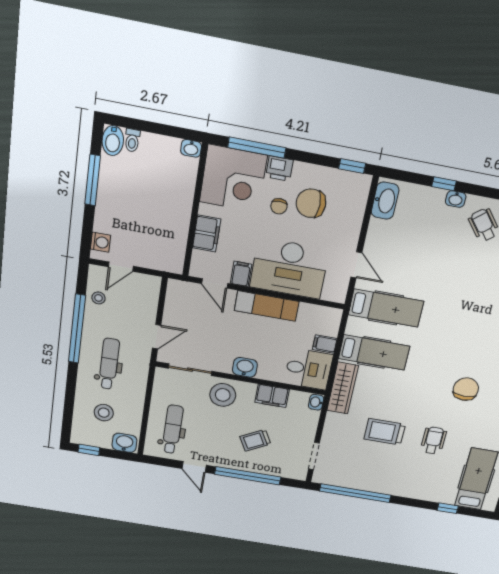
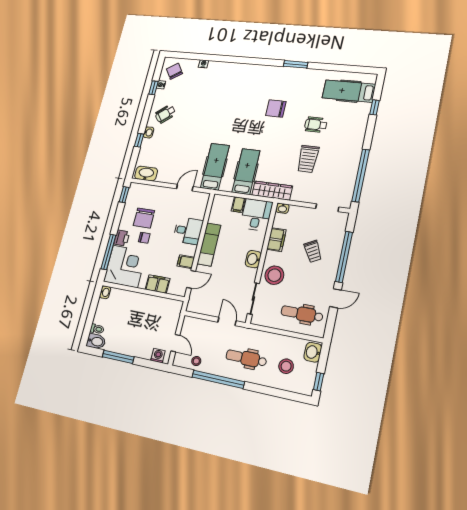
desk: (289, 268) -> (188, 231), width x0.53, depth x0.77

